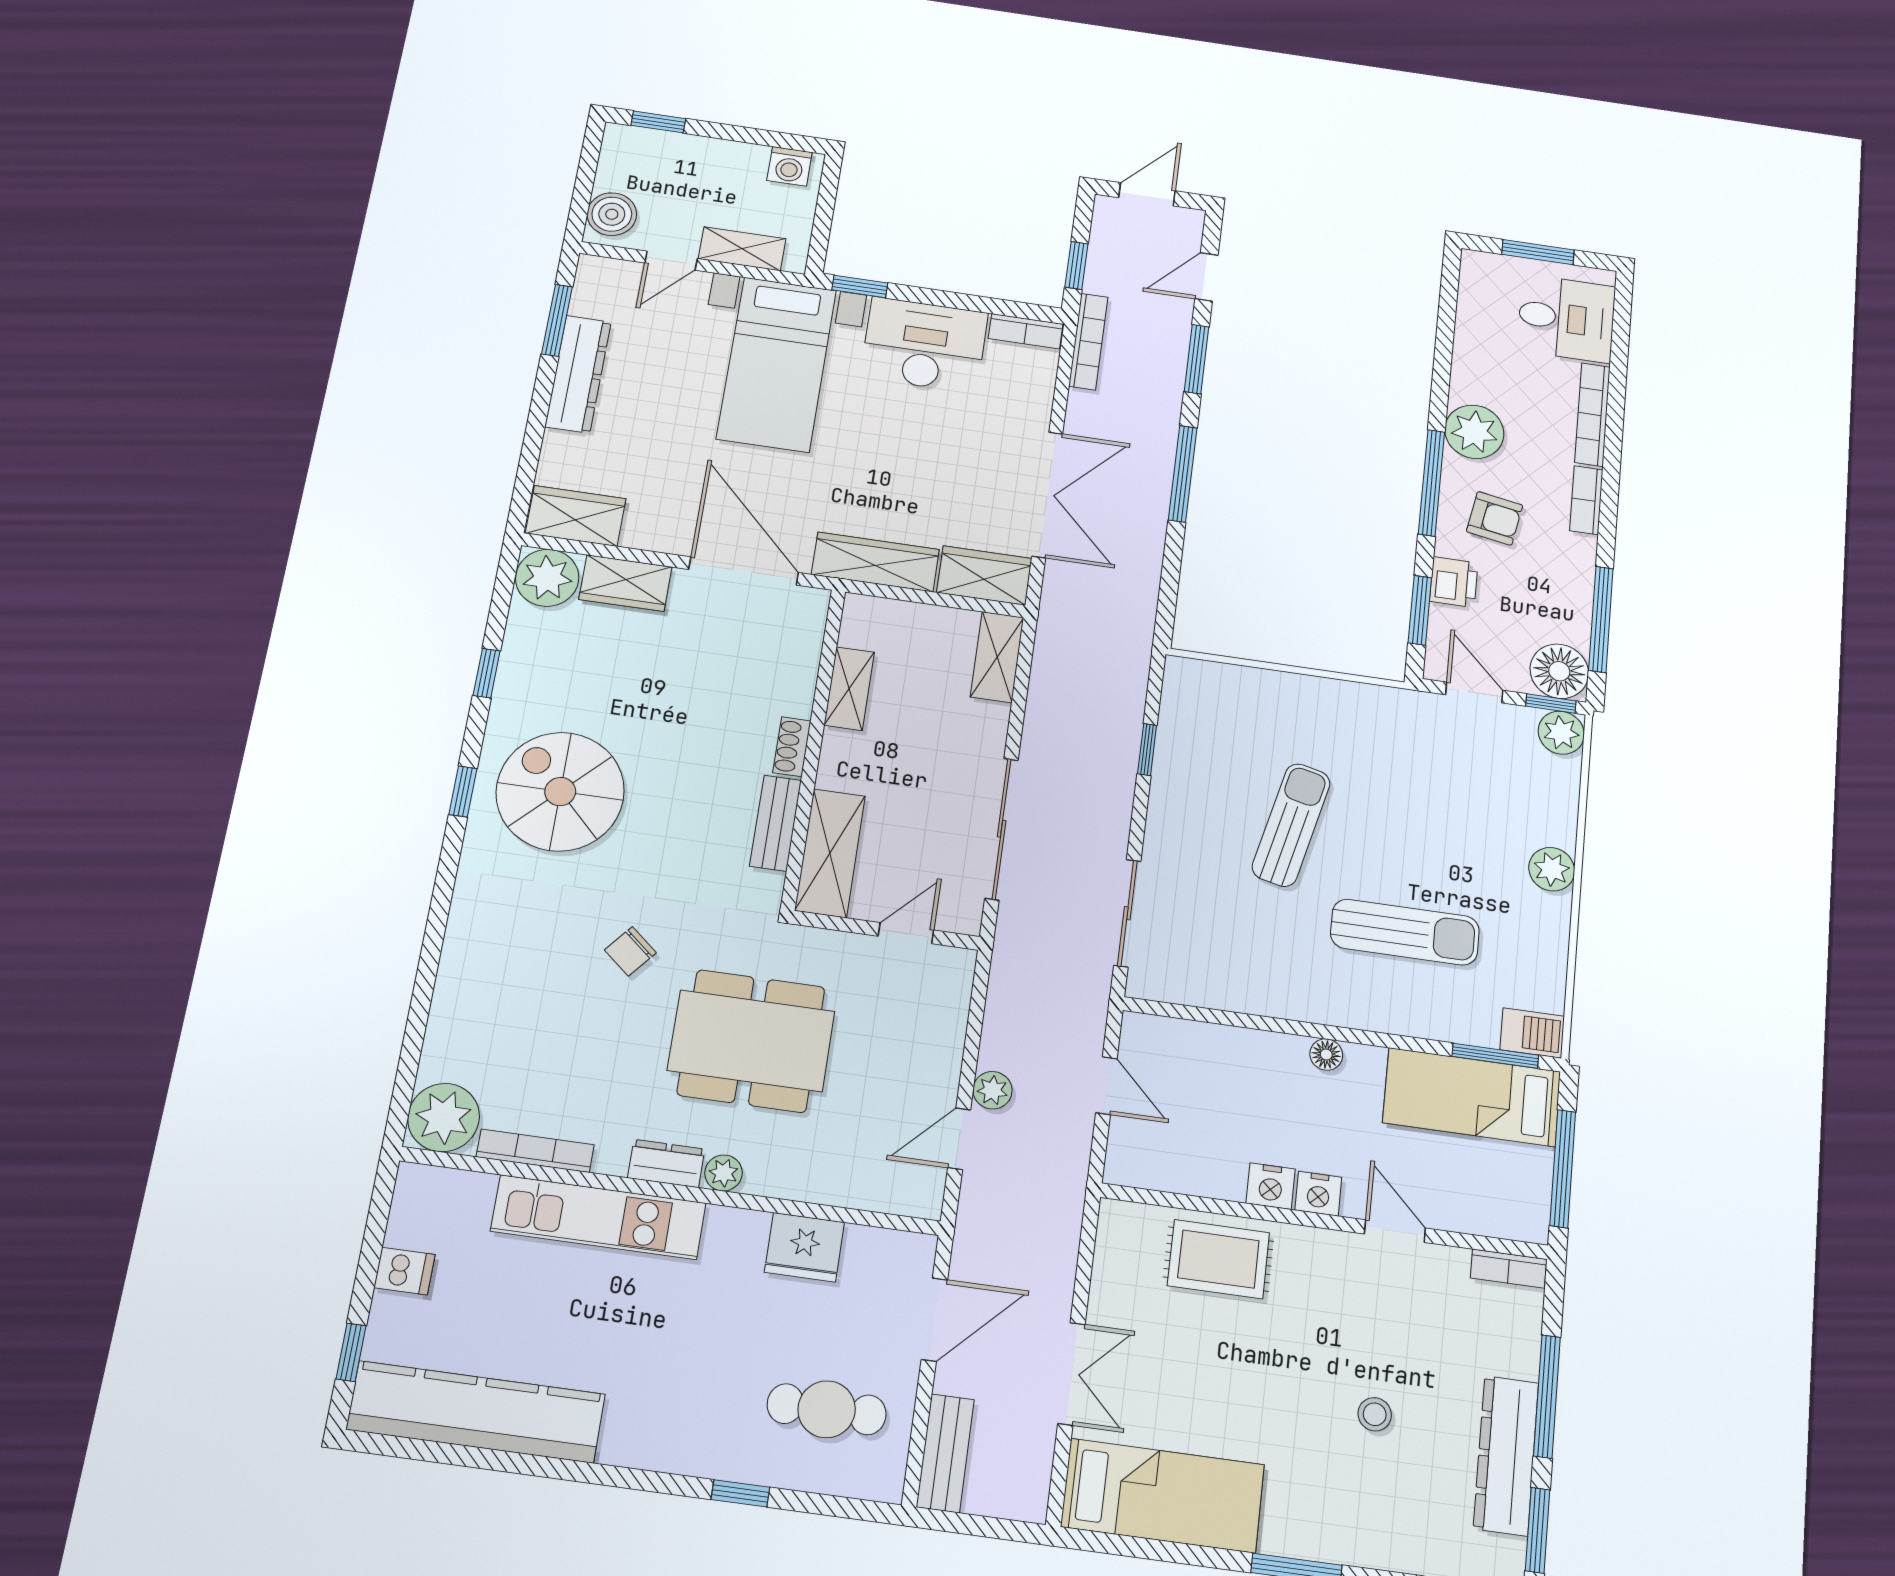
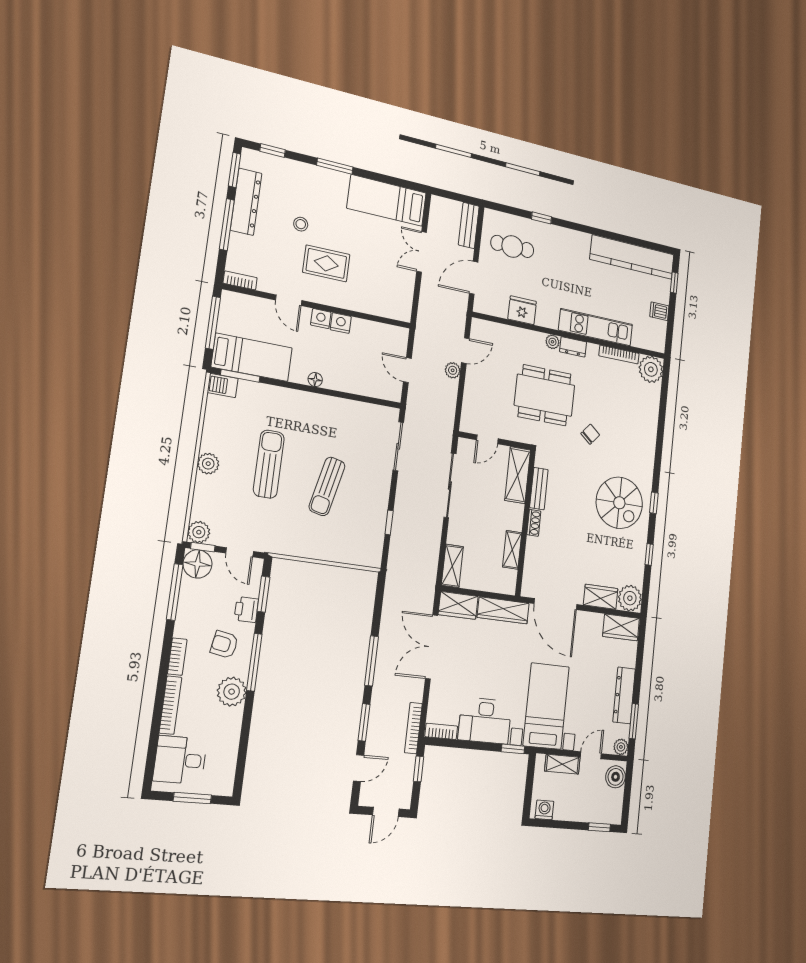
plant: (594, 271) -> (621, 747), added
sun lounger: (1405, 932) -> (269, 464), moved, turned 90
rug: (1218, 1259) -> (326, 263), moved

